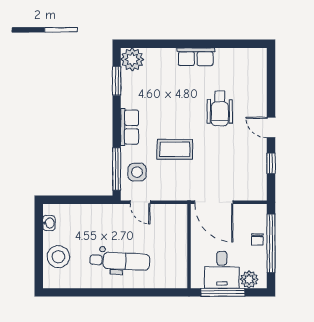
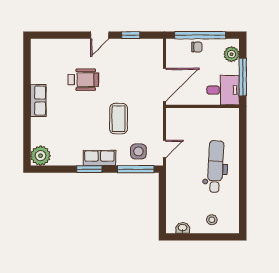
window: (117, 81) -> (89, 169), moved
stool: (58, 257) -> (212, 220), width x0.53, depth x0.53
desk: (222, 270) -> (223, 90), moved

